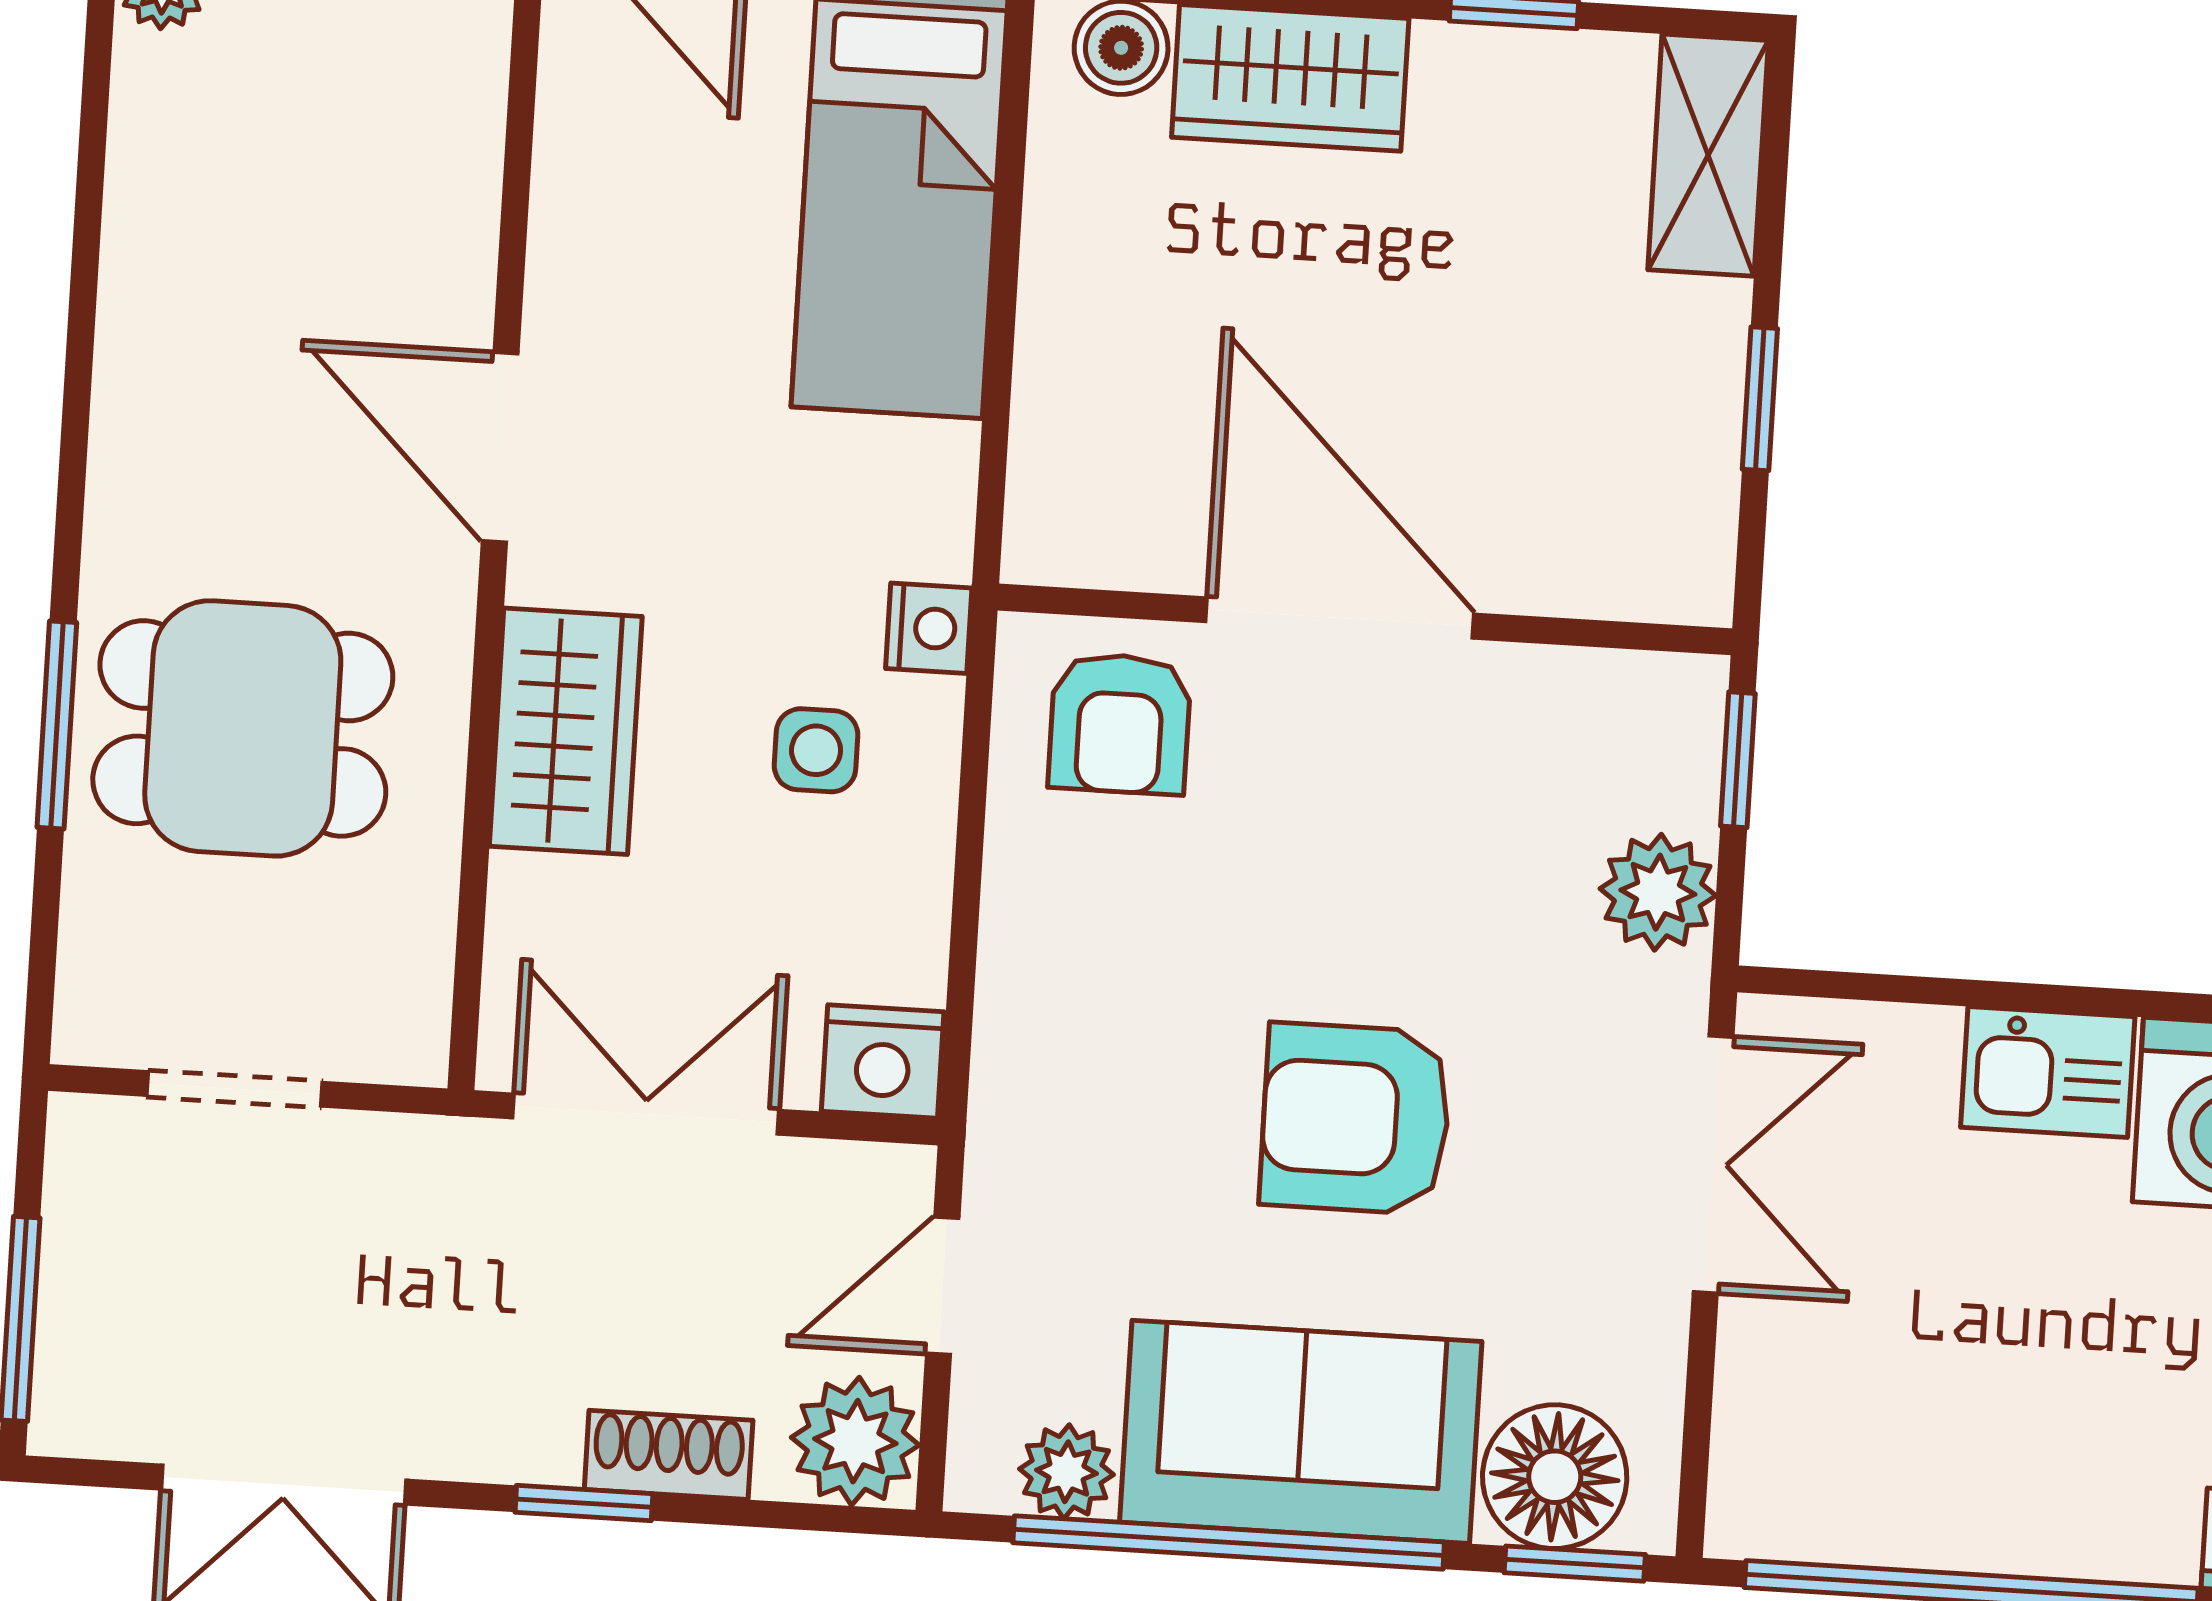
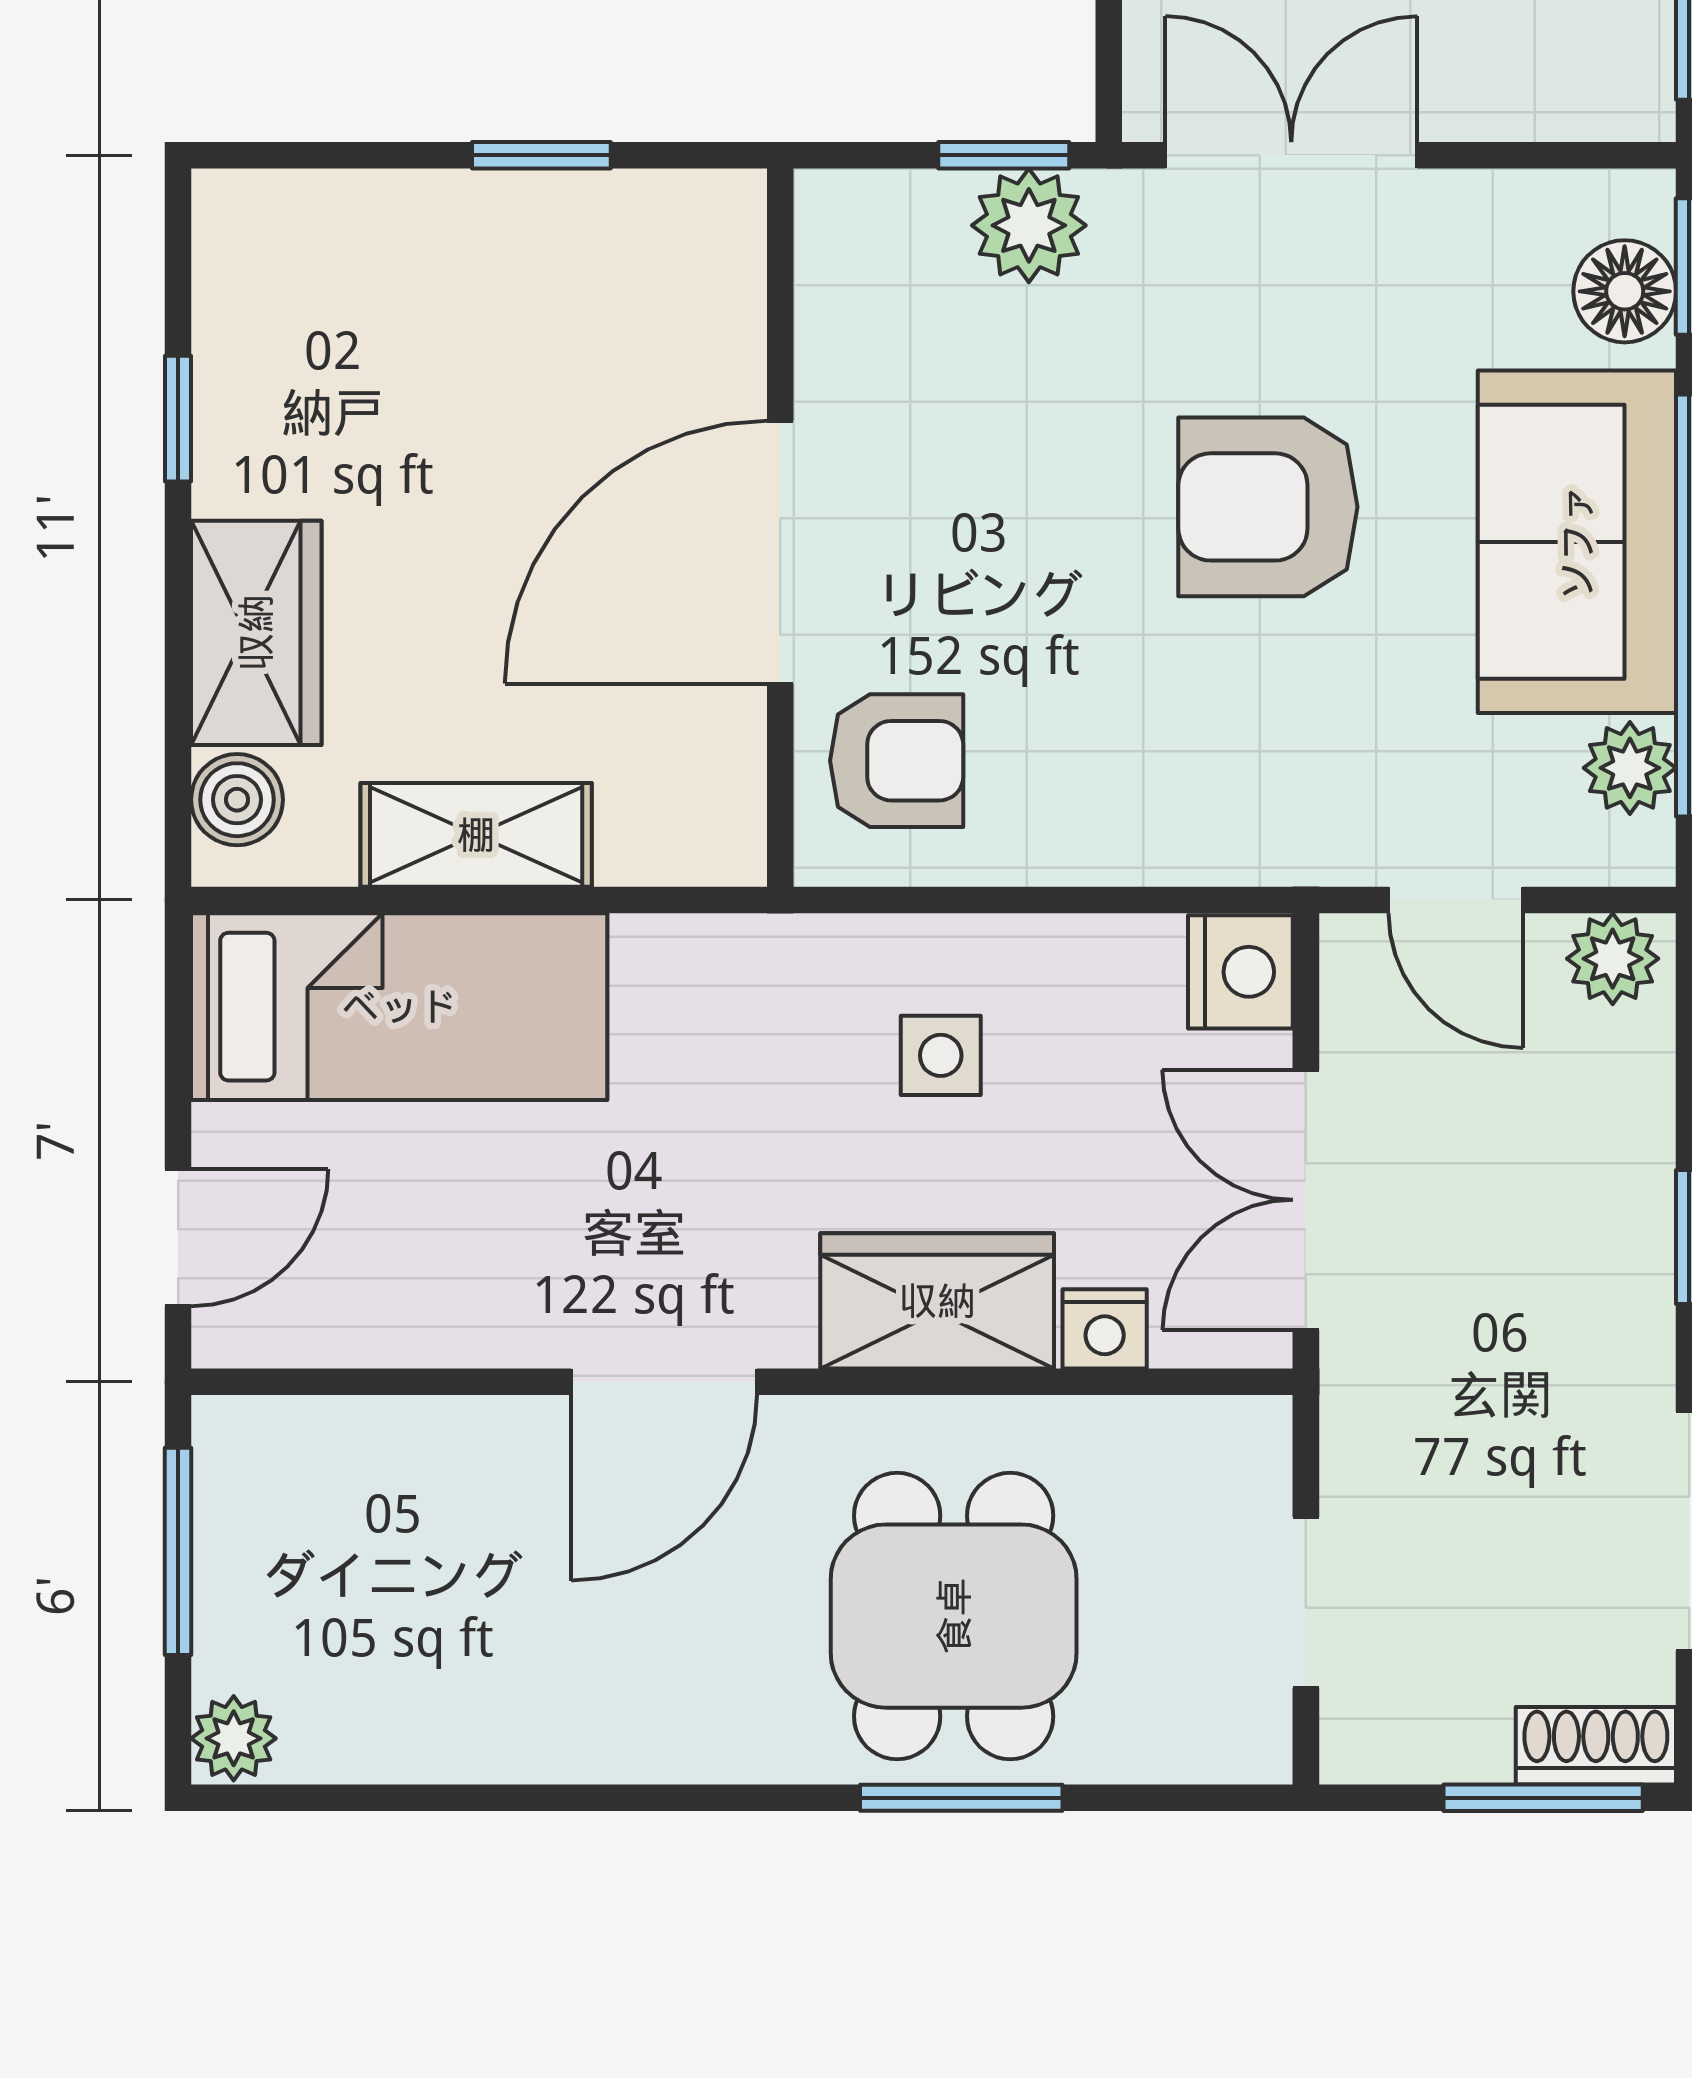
shelving: (1708, 155) -> (476, 835), moved
nightstand: (929, 628) -> (1105, 1329), moved, turned 180
window: (1738, 760) -> (1004, 155), moved
armchair: (1356, 1119) -> (1268, 507), turned 90
plant: (855, 1441) -> (1613, 959), width x0.73, depth x0.73
shoe rack: (669, 1455) -> (1596, 1746), moved, turned 90
floor lamp: (1555, 1477) -> (1625, 291), width x0.73, depth x0.73

